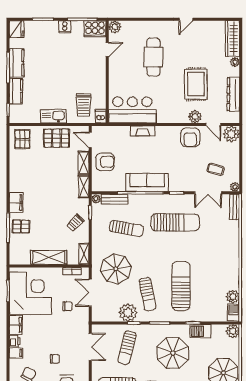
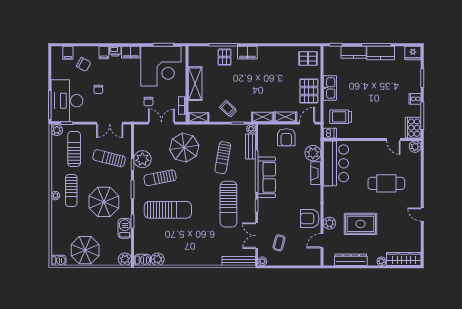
plant: (231, 134) -> (313, 153), moved
bench: (235, 207) -> (239, 261), width x1.36

